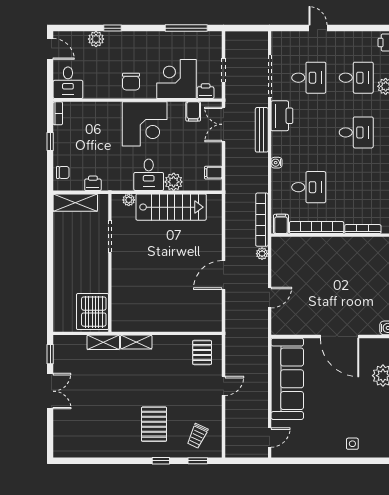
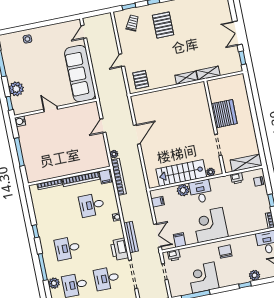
corner desk: (176, 79) -> (203, 278), moved, turned 180
server rack: (92, 312) -> (224, 114), moved
door: (340, 336) -> (51, 109), width x0.53

